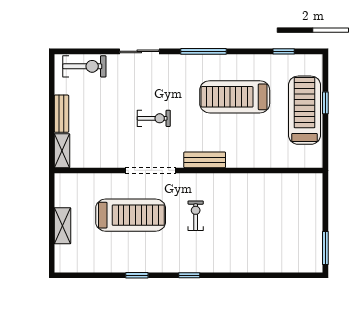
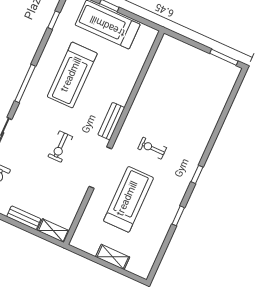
exercise bike: (154, 118) -> (60, 147), turned 180

